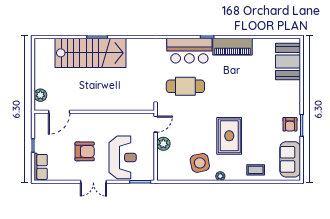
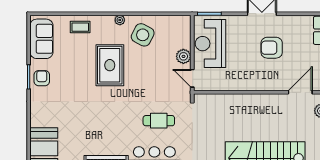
cafe table: (185, 86) -> (159, 121), width x0.73, depth x0.74
door: (156, 124) -> (192, 78), hinge flipped
reception desk: (123, 157) -> (210, 44), moved
side table: (200, 163) -> (143, 35), turned 38

